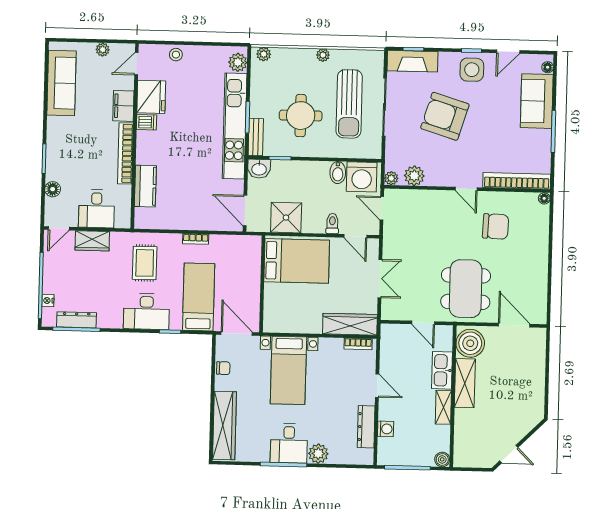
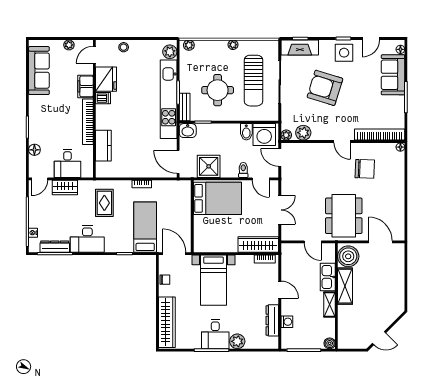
desk: (146, 312) -> (87, 239), moved

